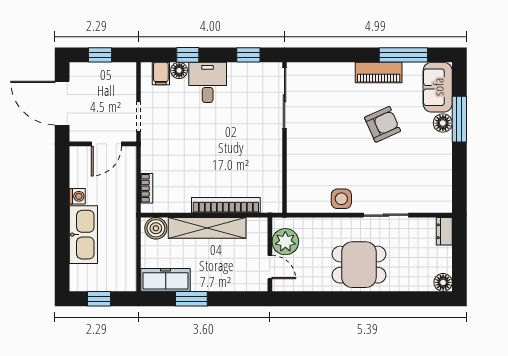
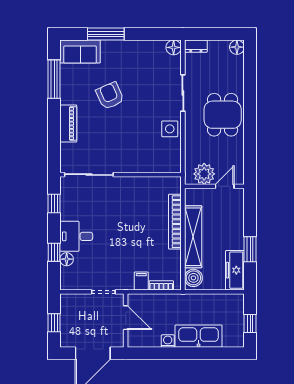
filing cabinet: (161, 73) -> (141, 281), moved, turned -90
piano: (379, 73) -> (68, 123), moved
floor lamp: (443, 123) -> (174, 47), moved

